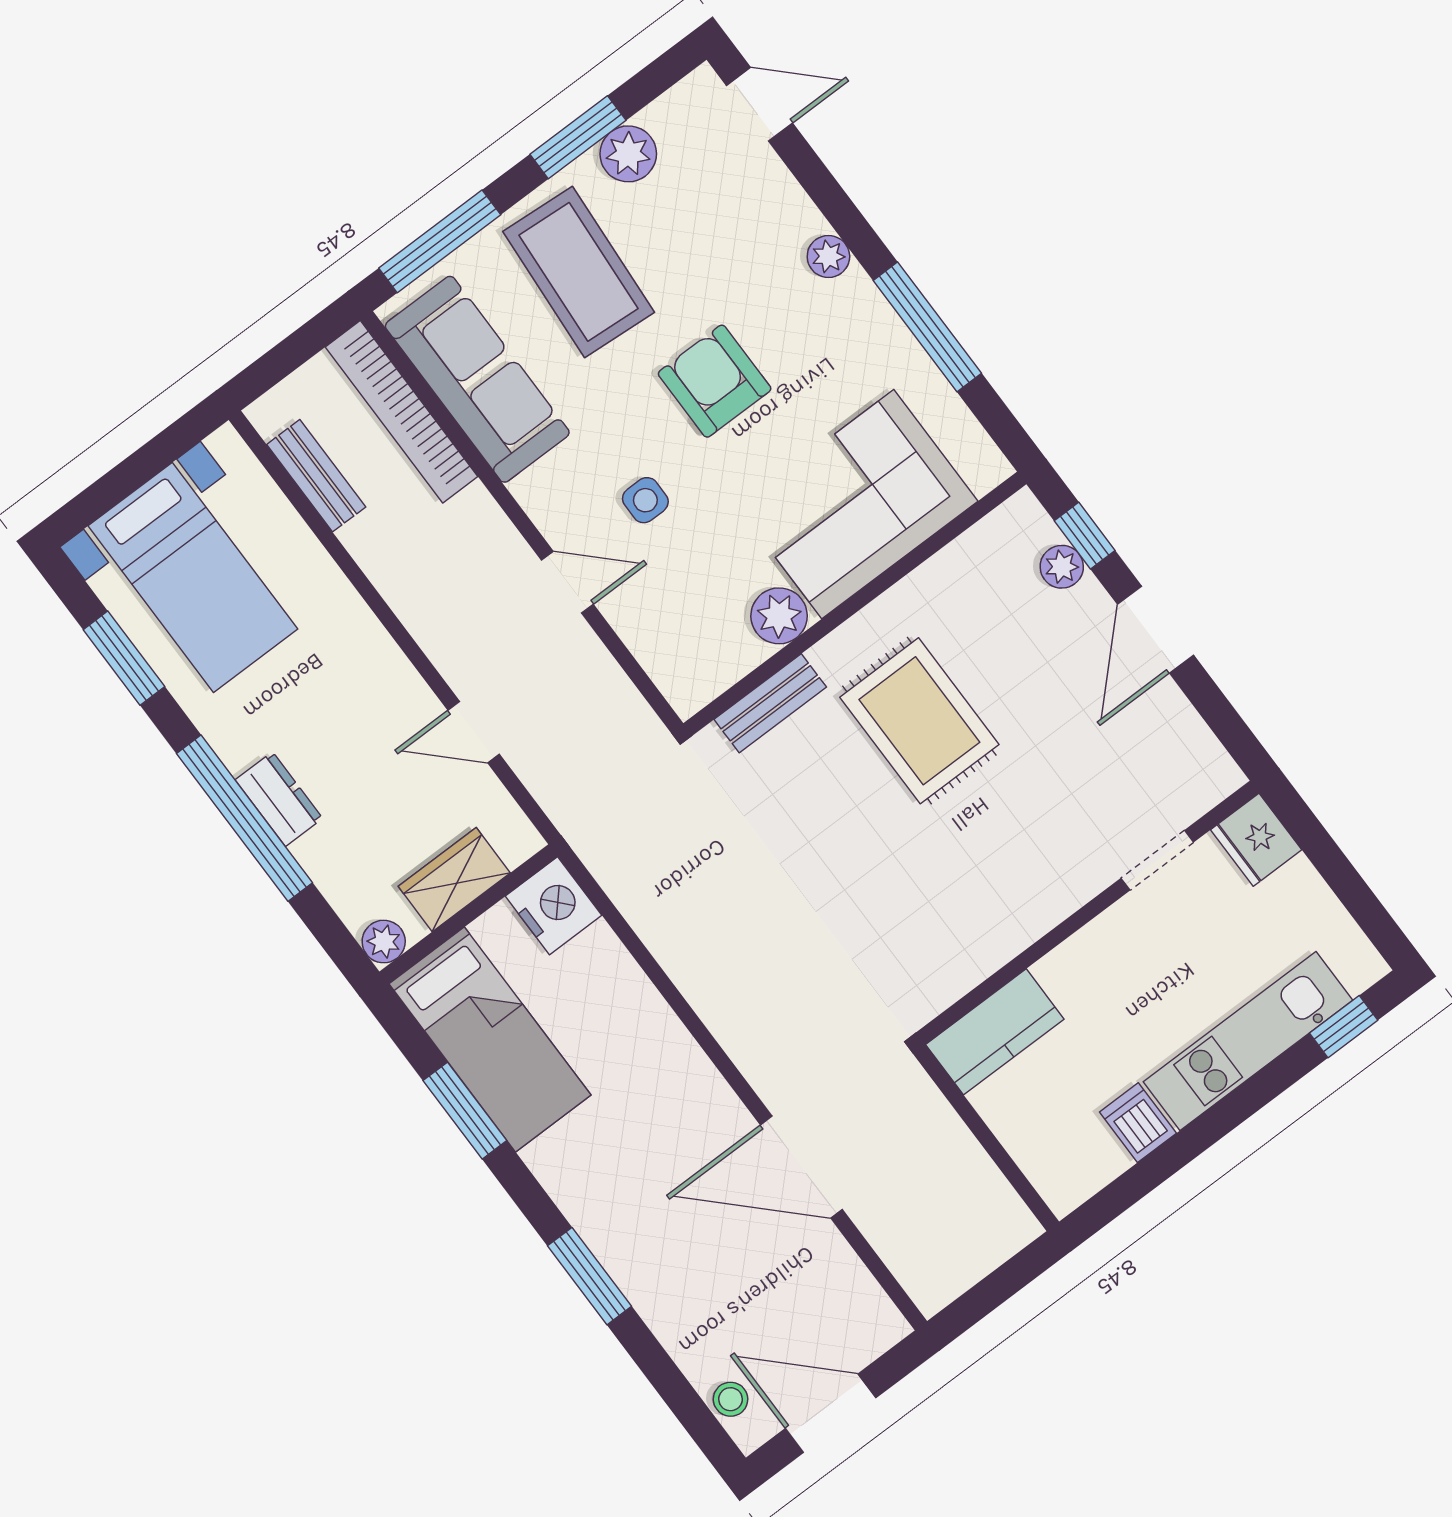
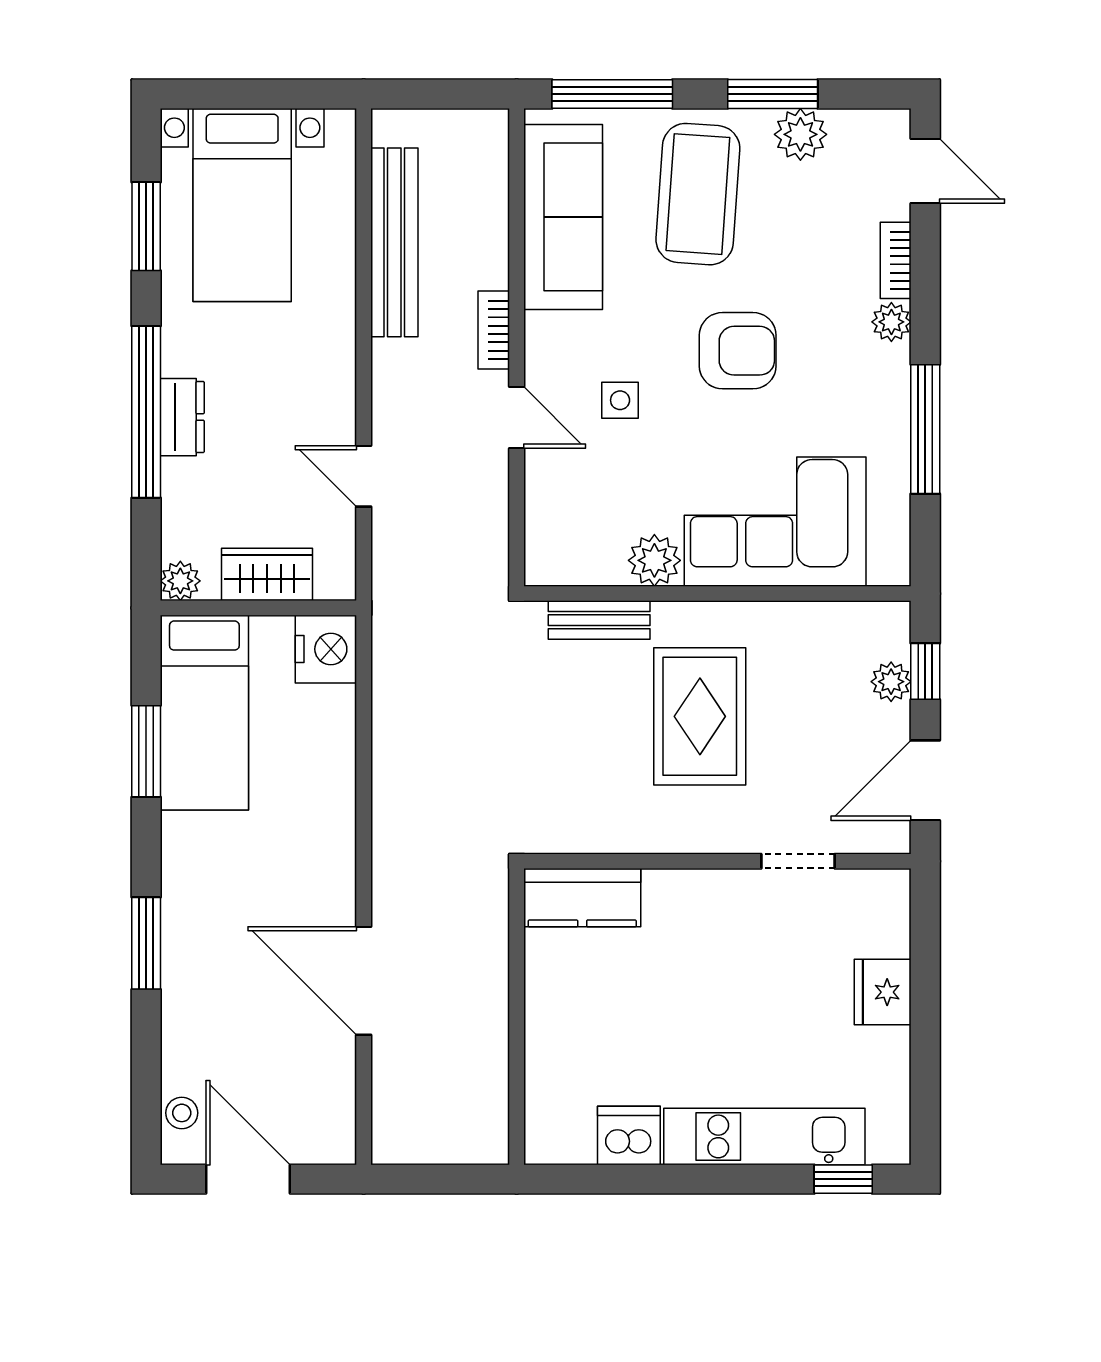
bookcase: (792, 201) -> (896, 260), added
armchair: (715, 381) -> (738, 351), turned 90
bookcase: (402, 412) -> (494, 330), moved, width x0.43, depth x0.76
bench: (316, 476) -> (394, 242), width x1.86, depth x1.21
doorway: (1157, 860) -> (798, 861), moved
wall: (1088, 913) -> (717, 861), moved
kitchen counter: (995, 1032) -> (582, 898), moved
dishwasher: (1138, 1123) -> (629, 1135), width x1.38

